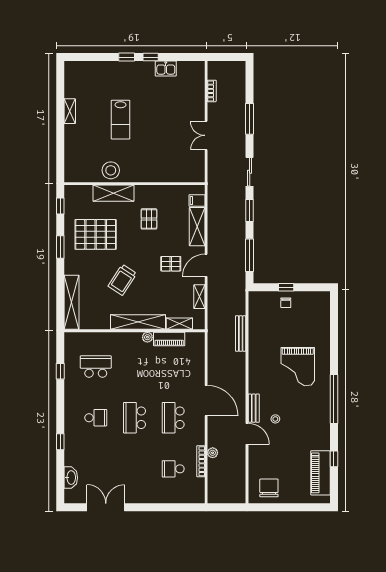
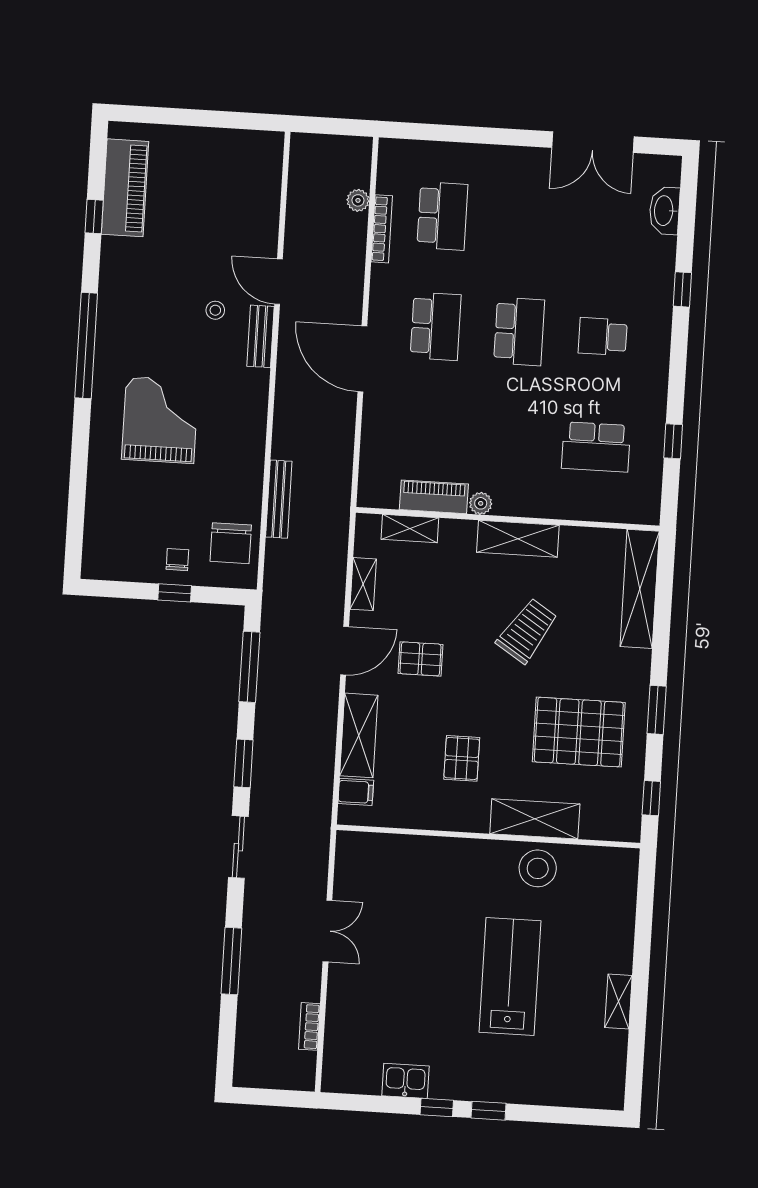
lab bench: (120, 120) -> (510, 977), width x1.36, depth x1.39
shelving: (138, 322) -> (518, 539), width x0.68
plant: (213, 453) -> (358, 200), moved
school desk: (173, 469) -> (442, 216), width x1.85
chair: (269, 488) -> (231, 543), moved

